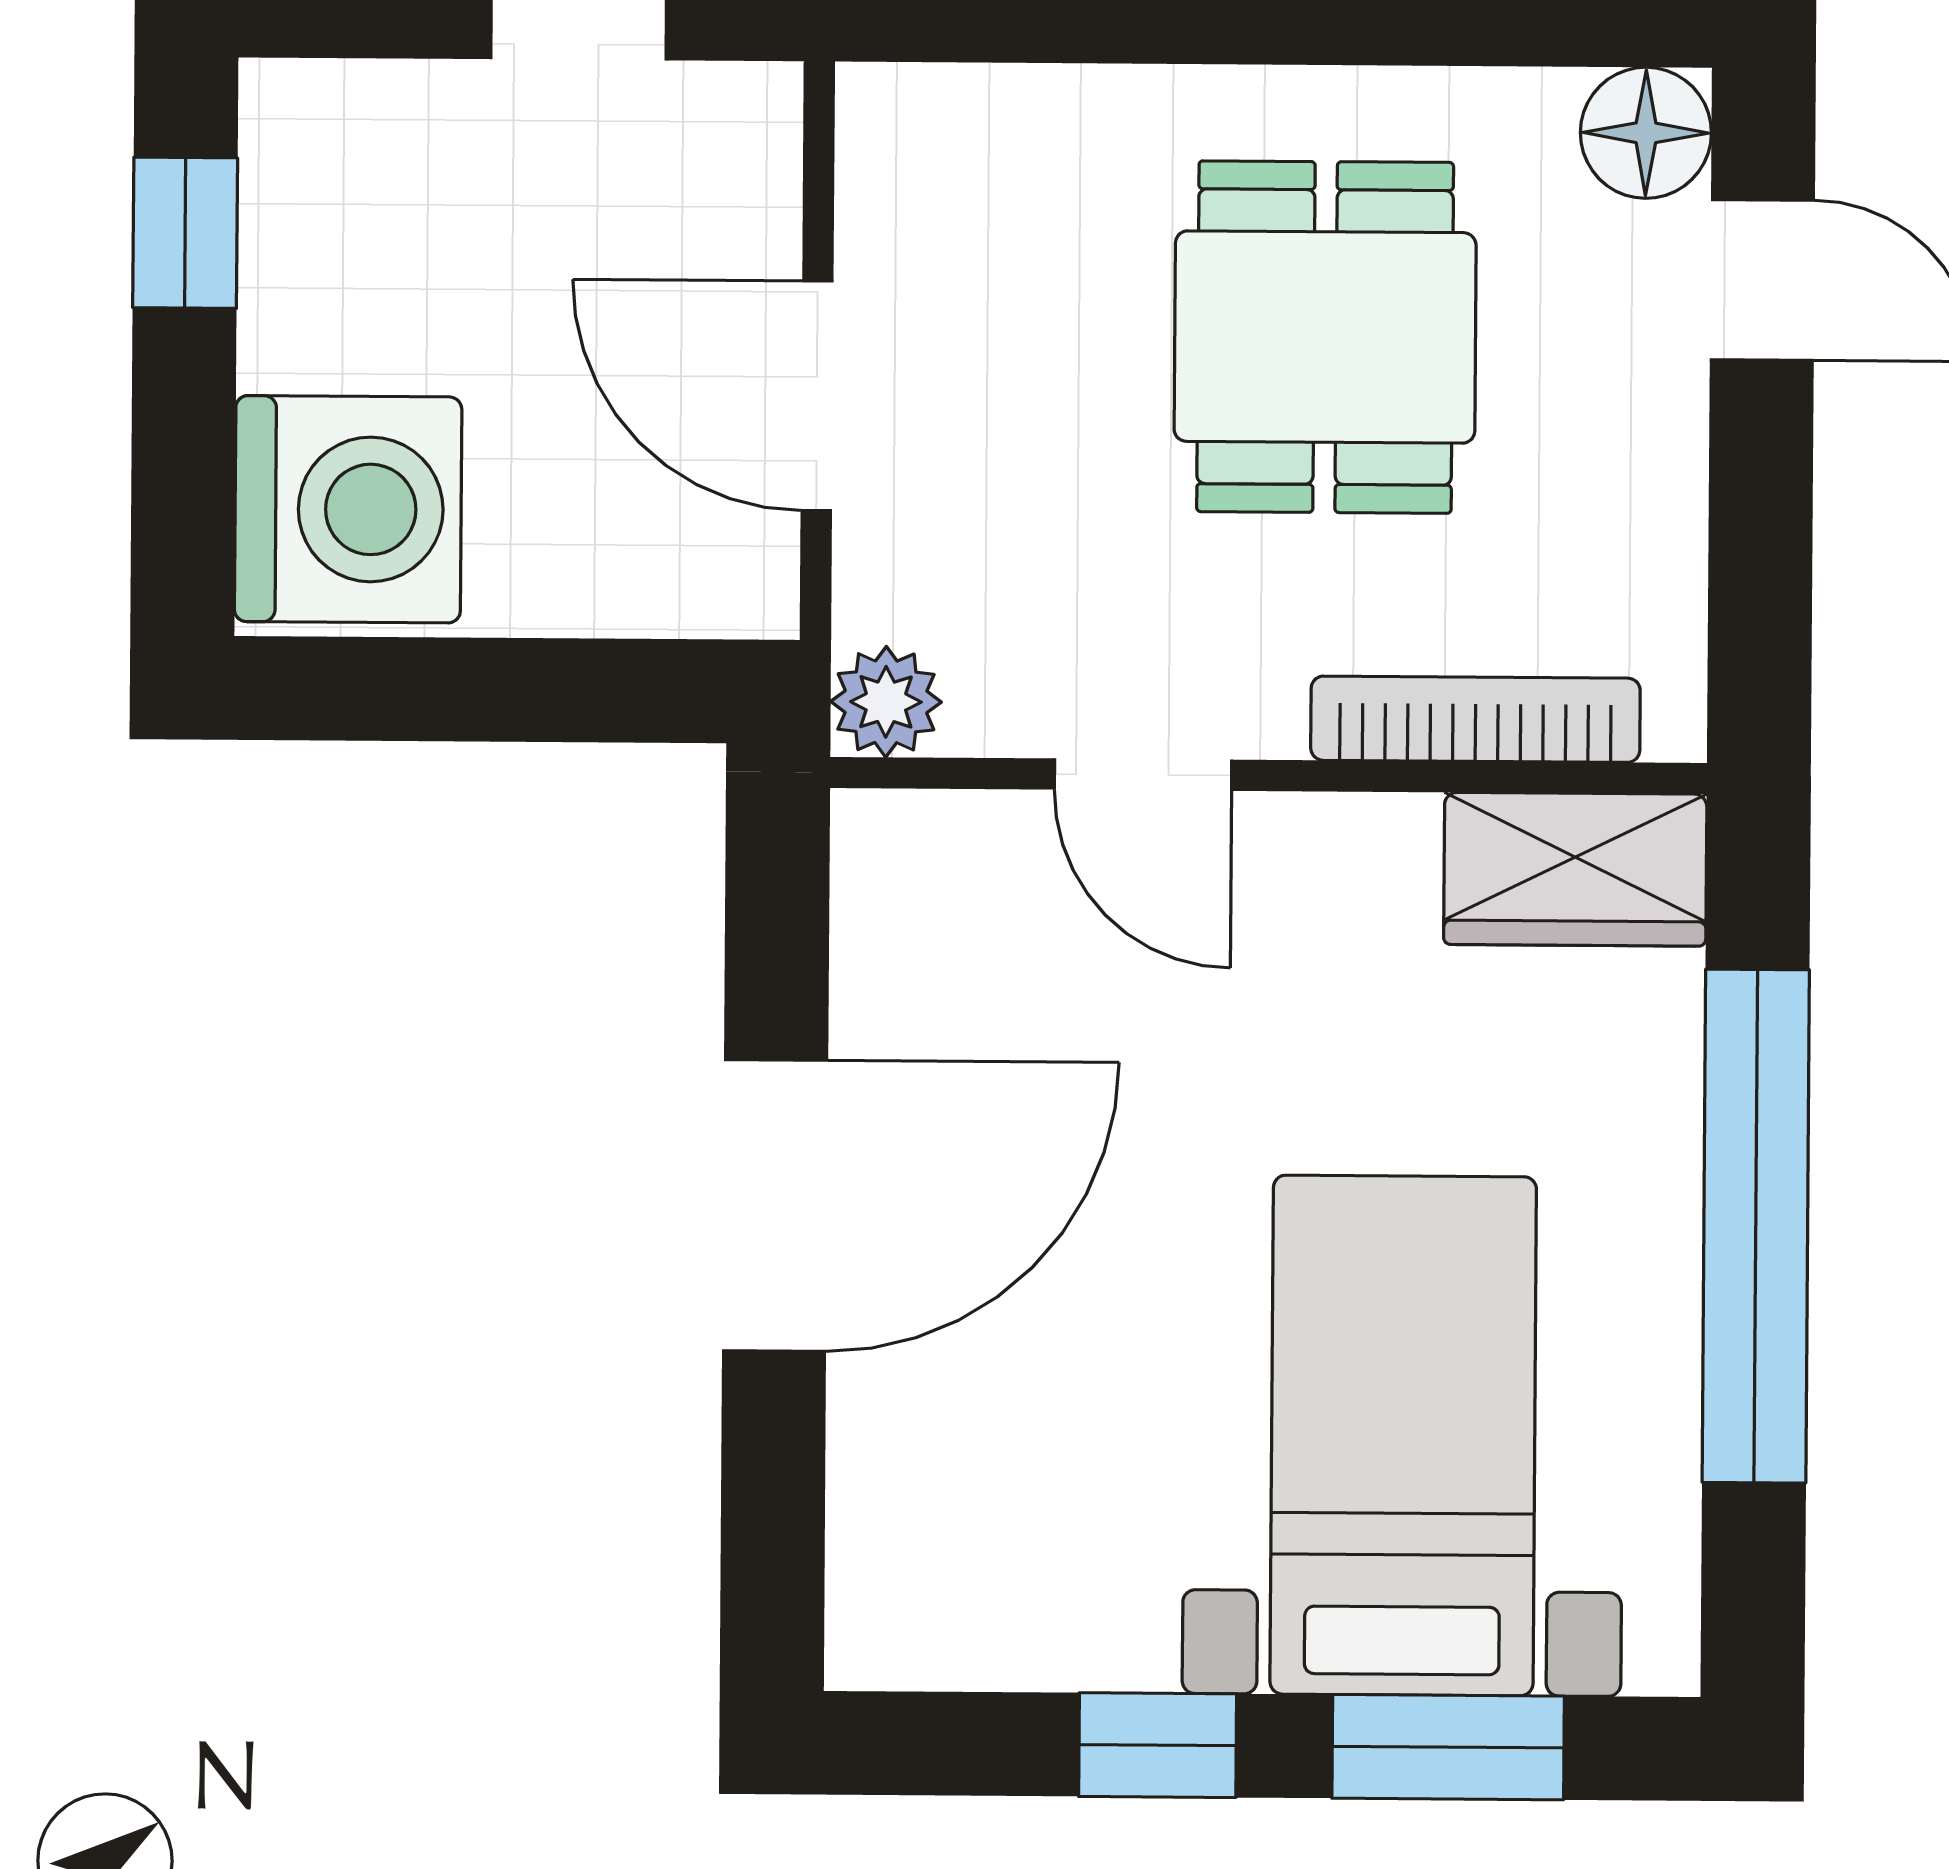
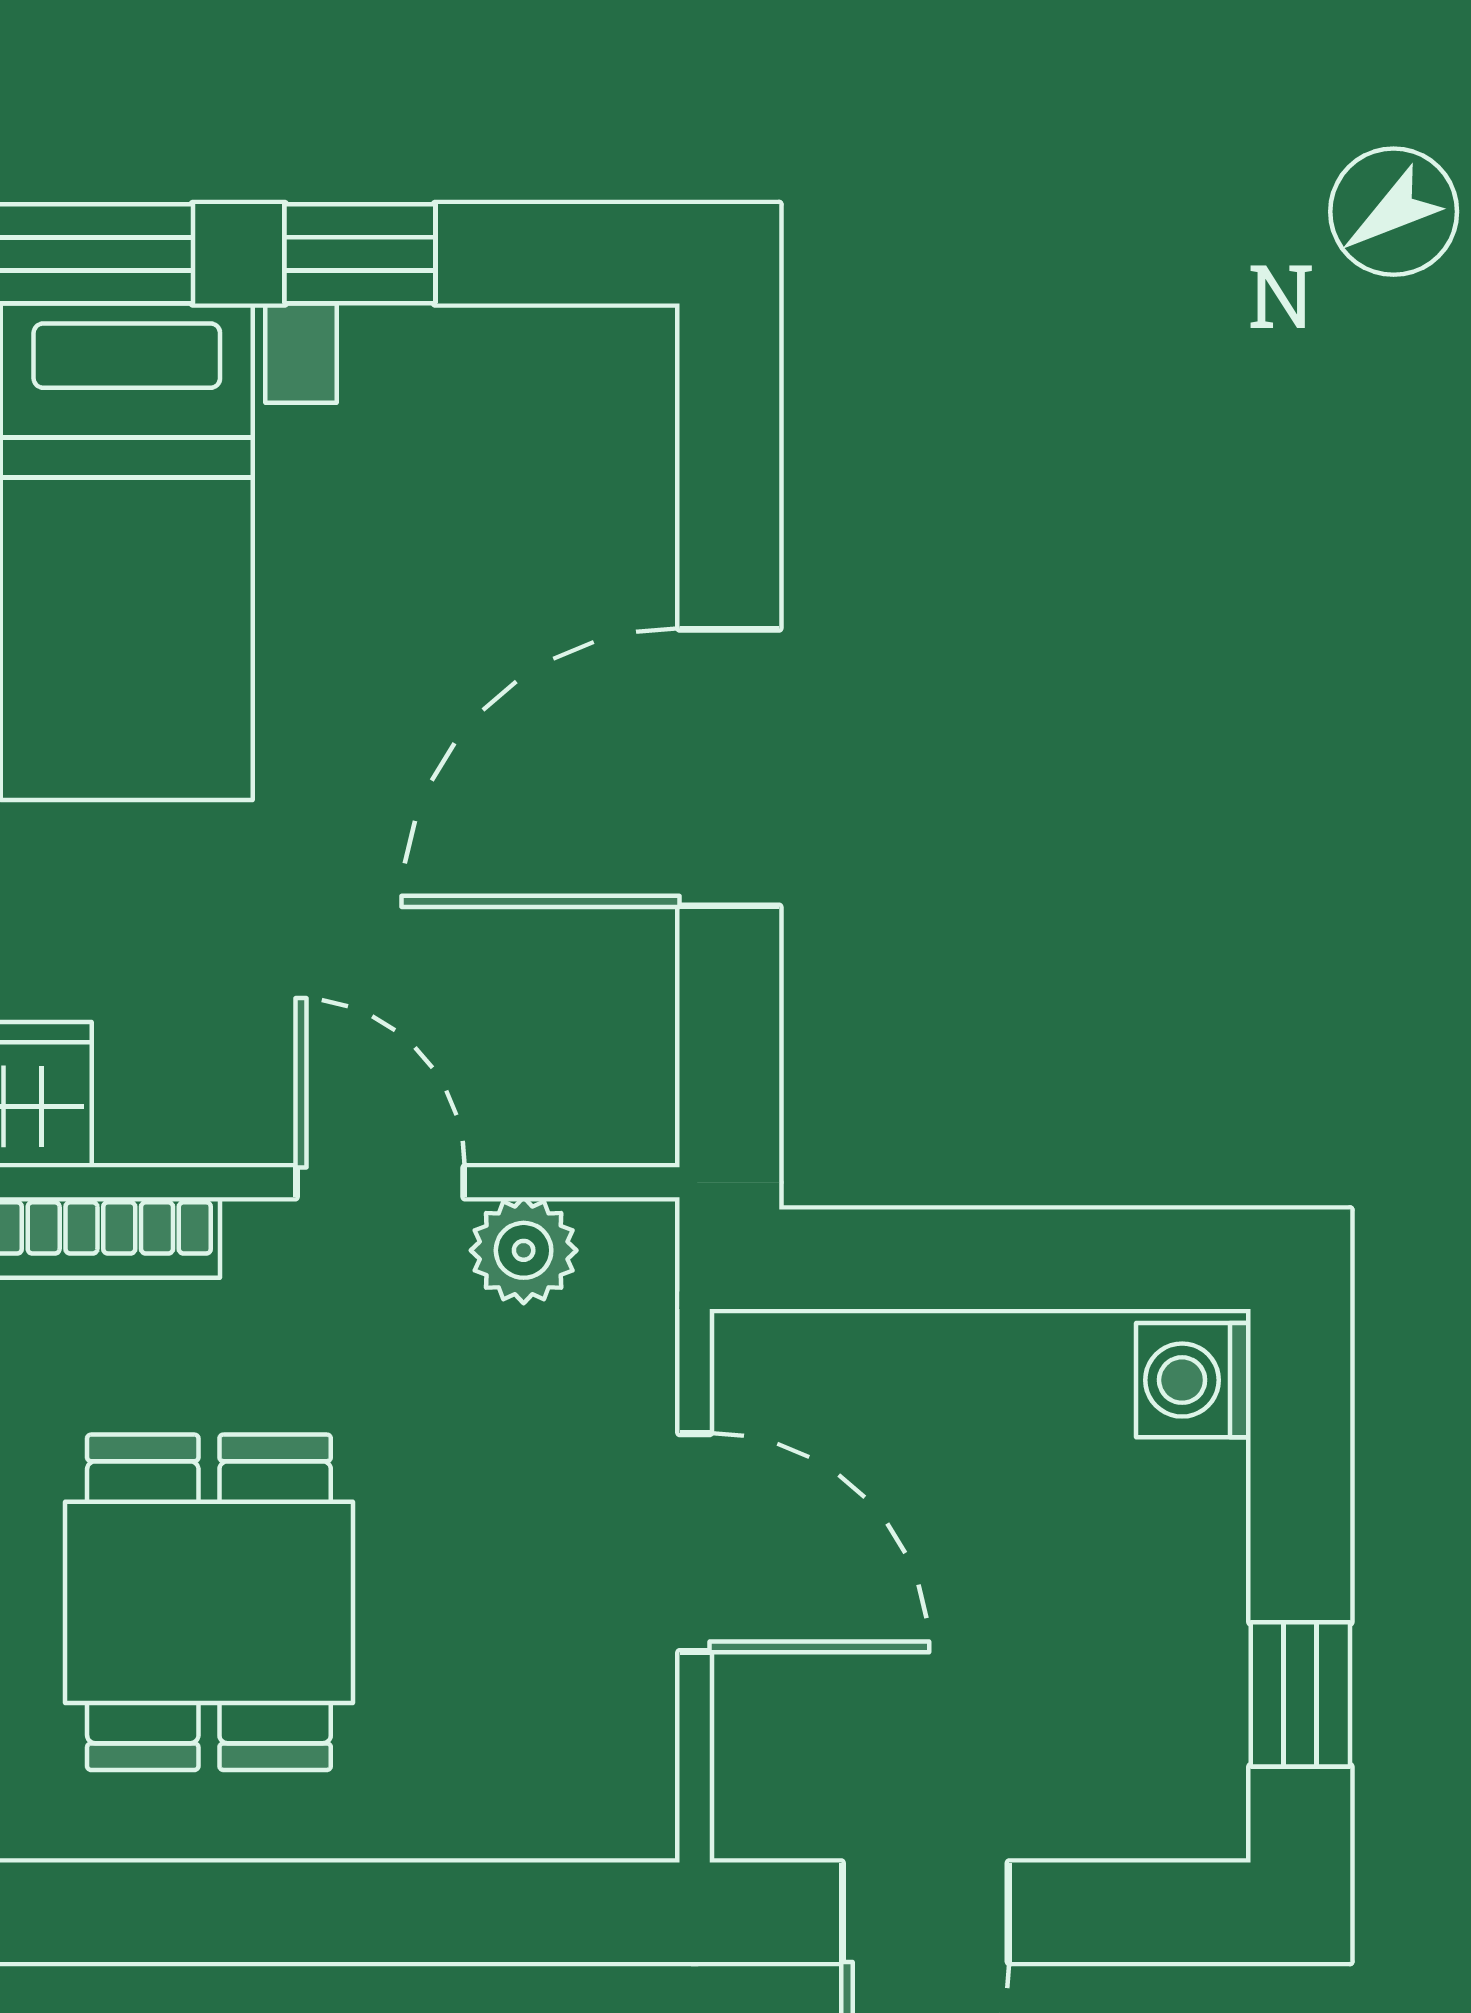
washing machine: (348, 509) -> (1193, 1380), width x0.53, depth x0.53
plant: (886, 702) -> (524, 1250), moved

